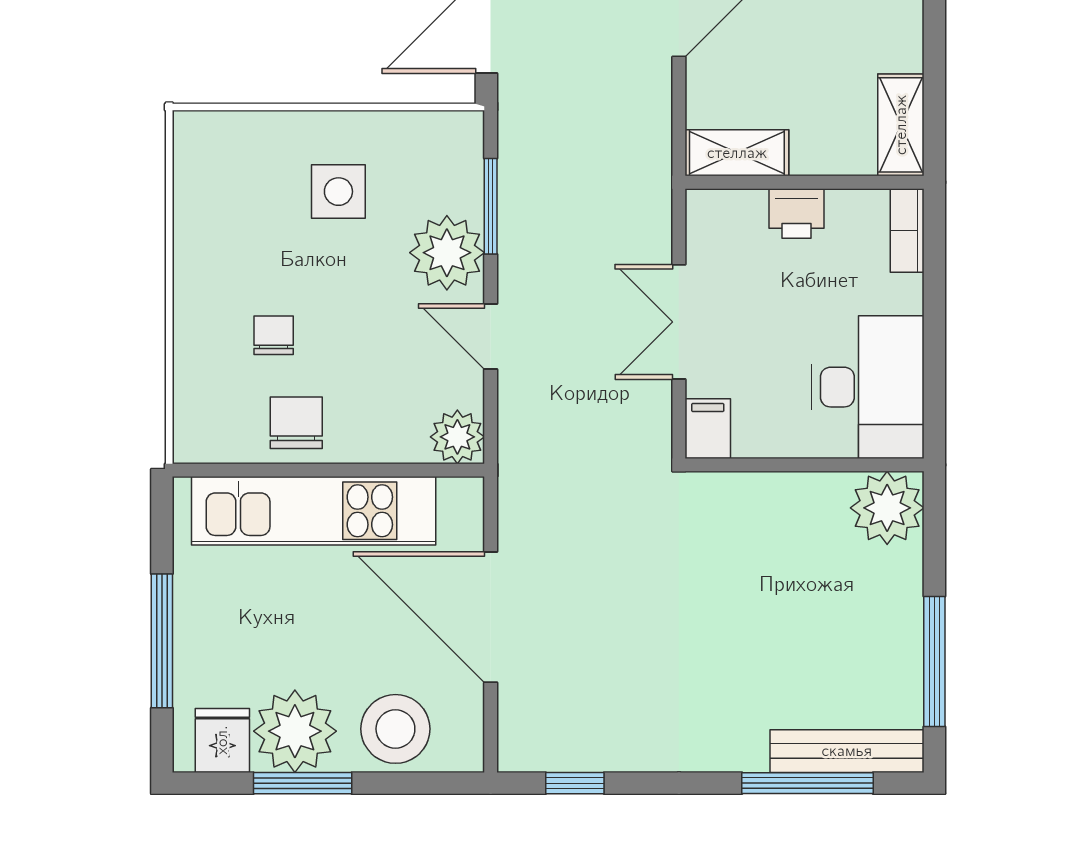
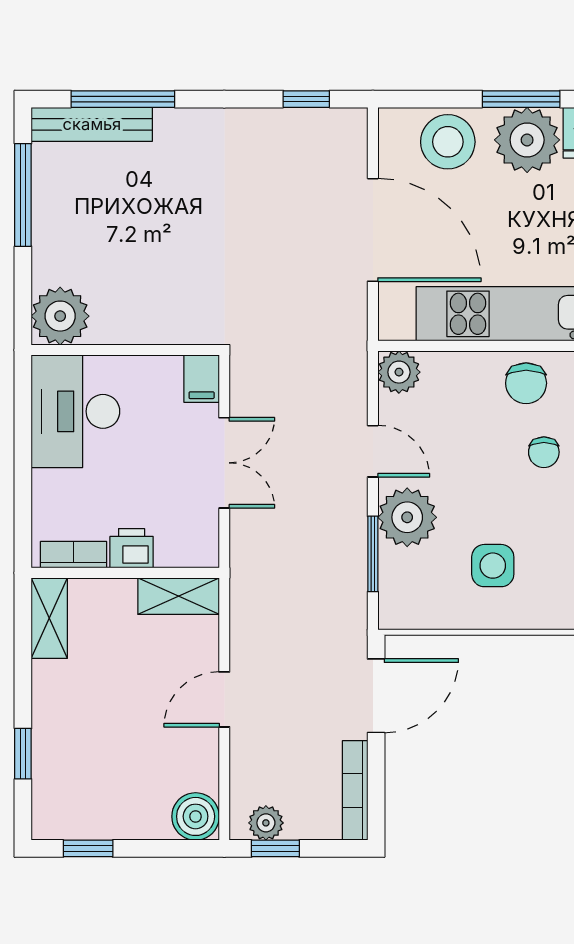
bookcase: (907, 231) -> (74, 555), moved, turned -90

